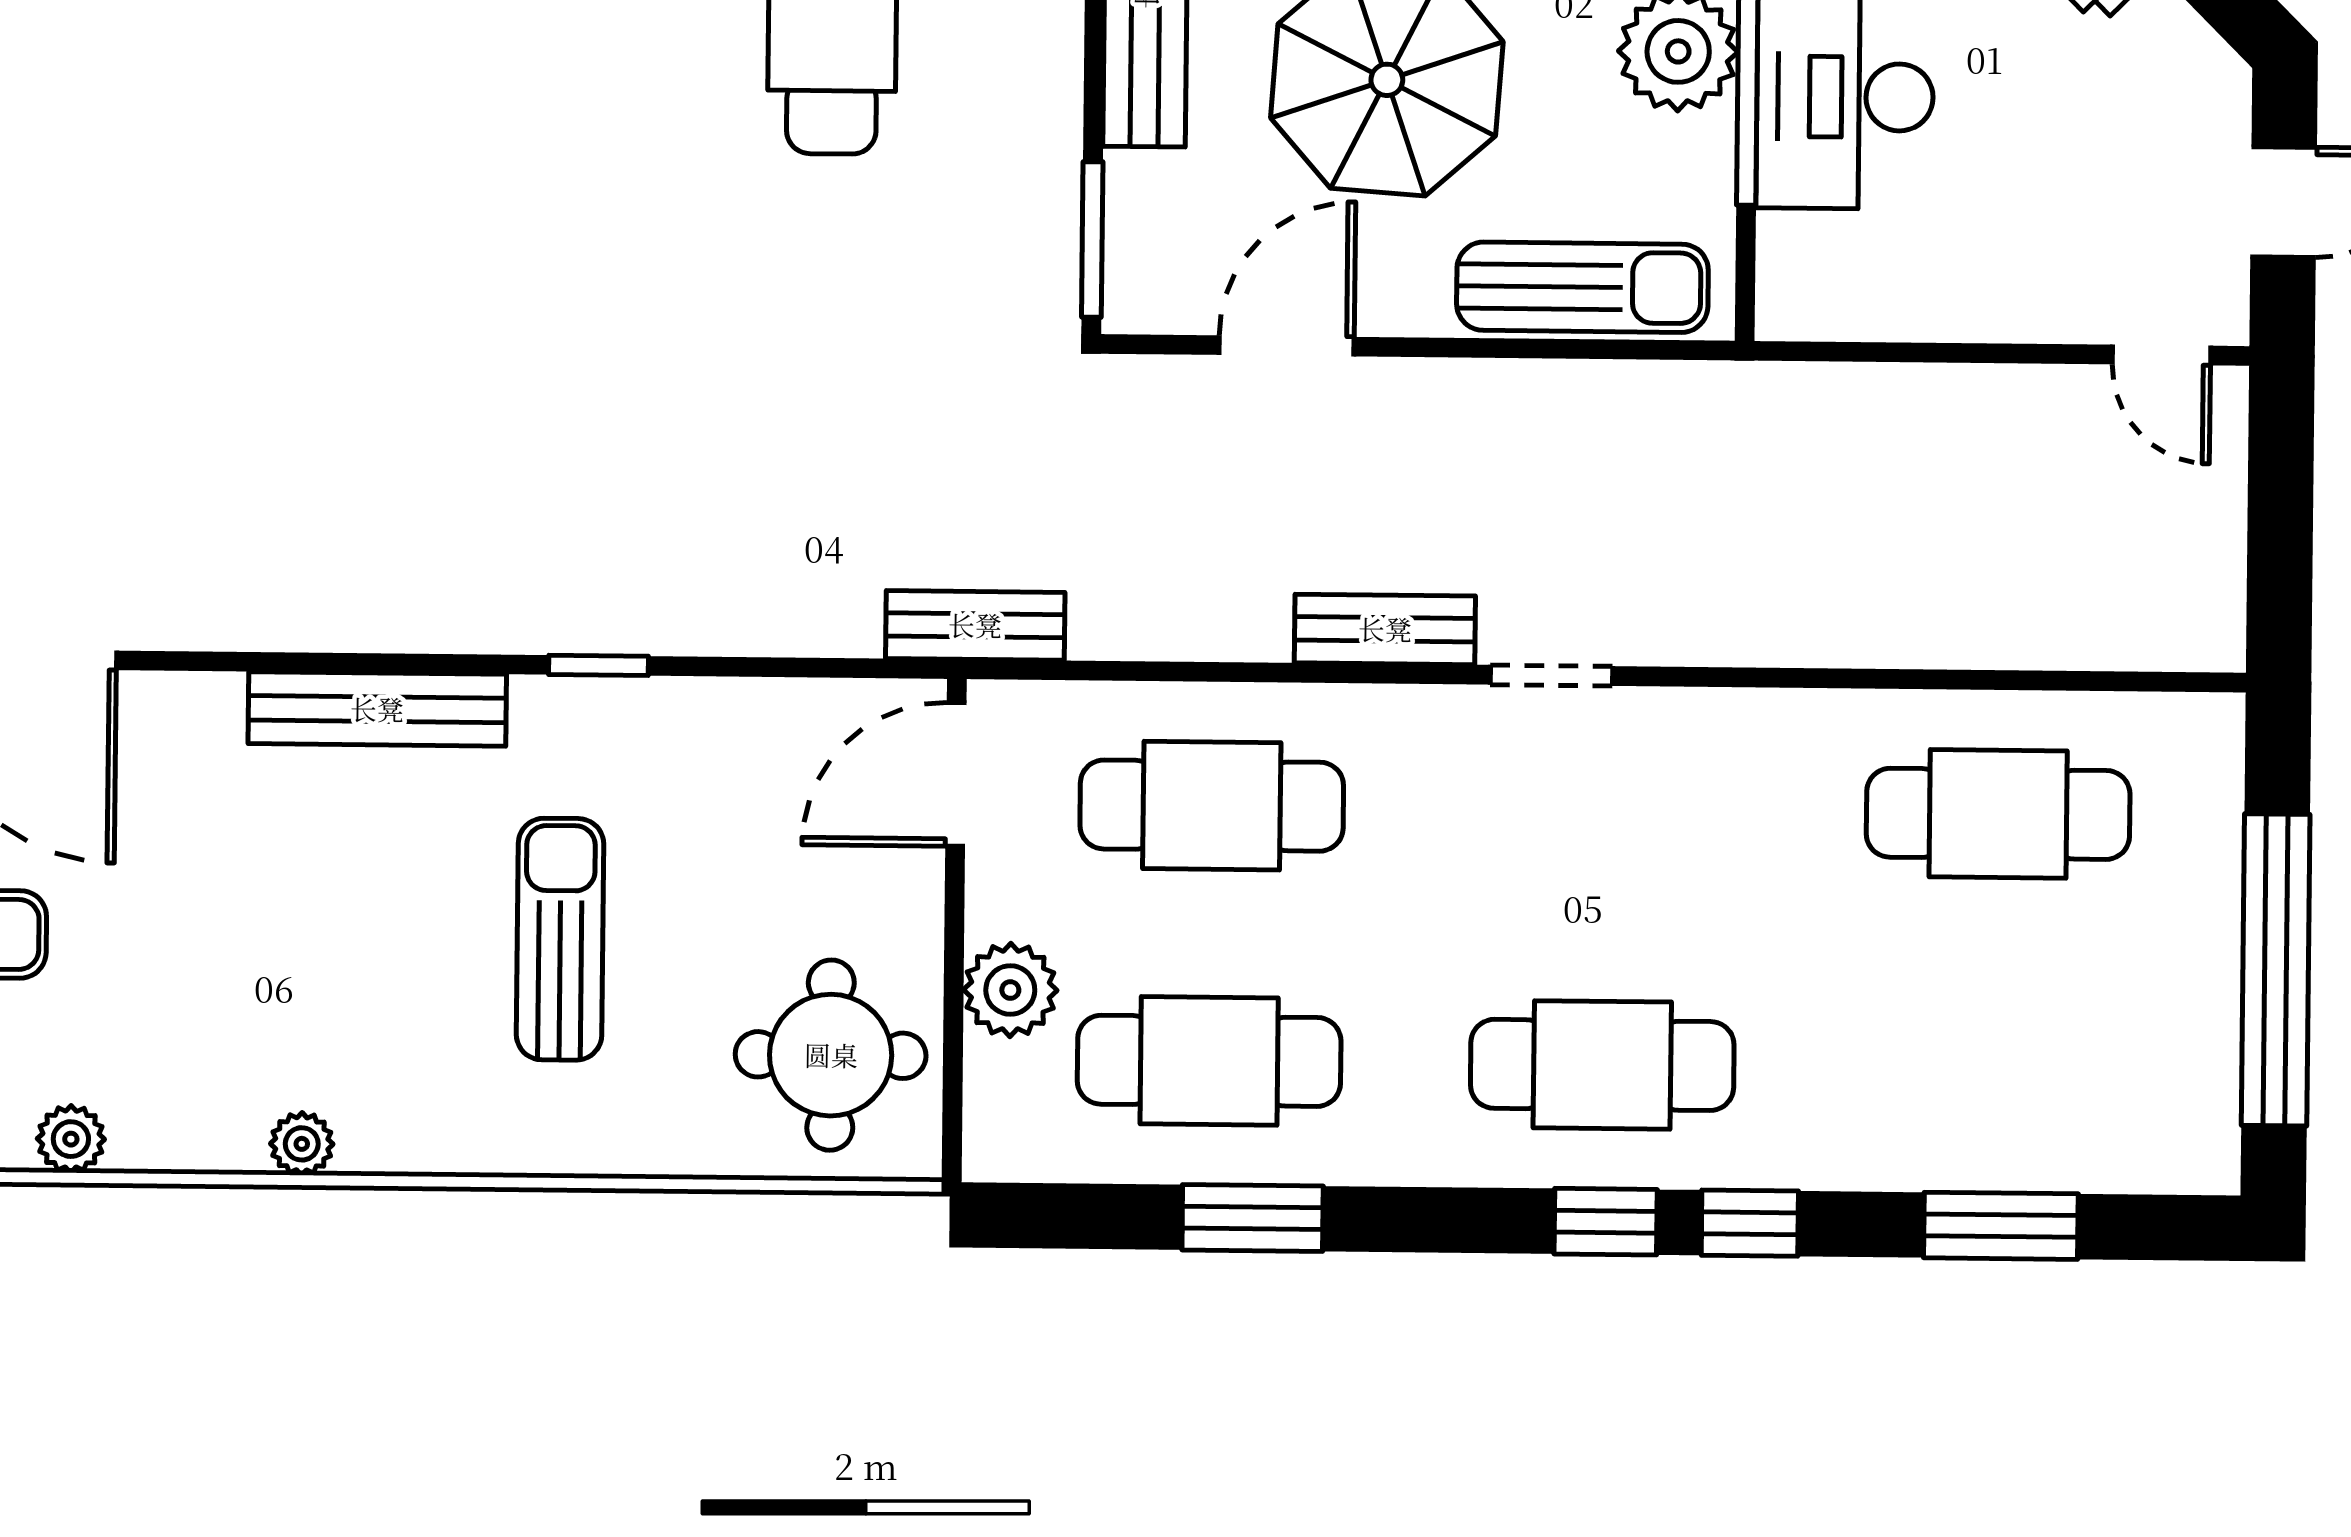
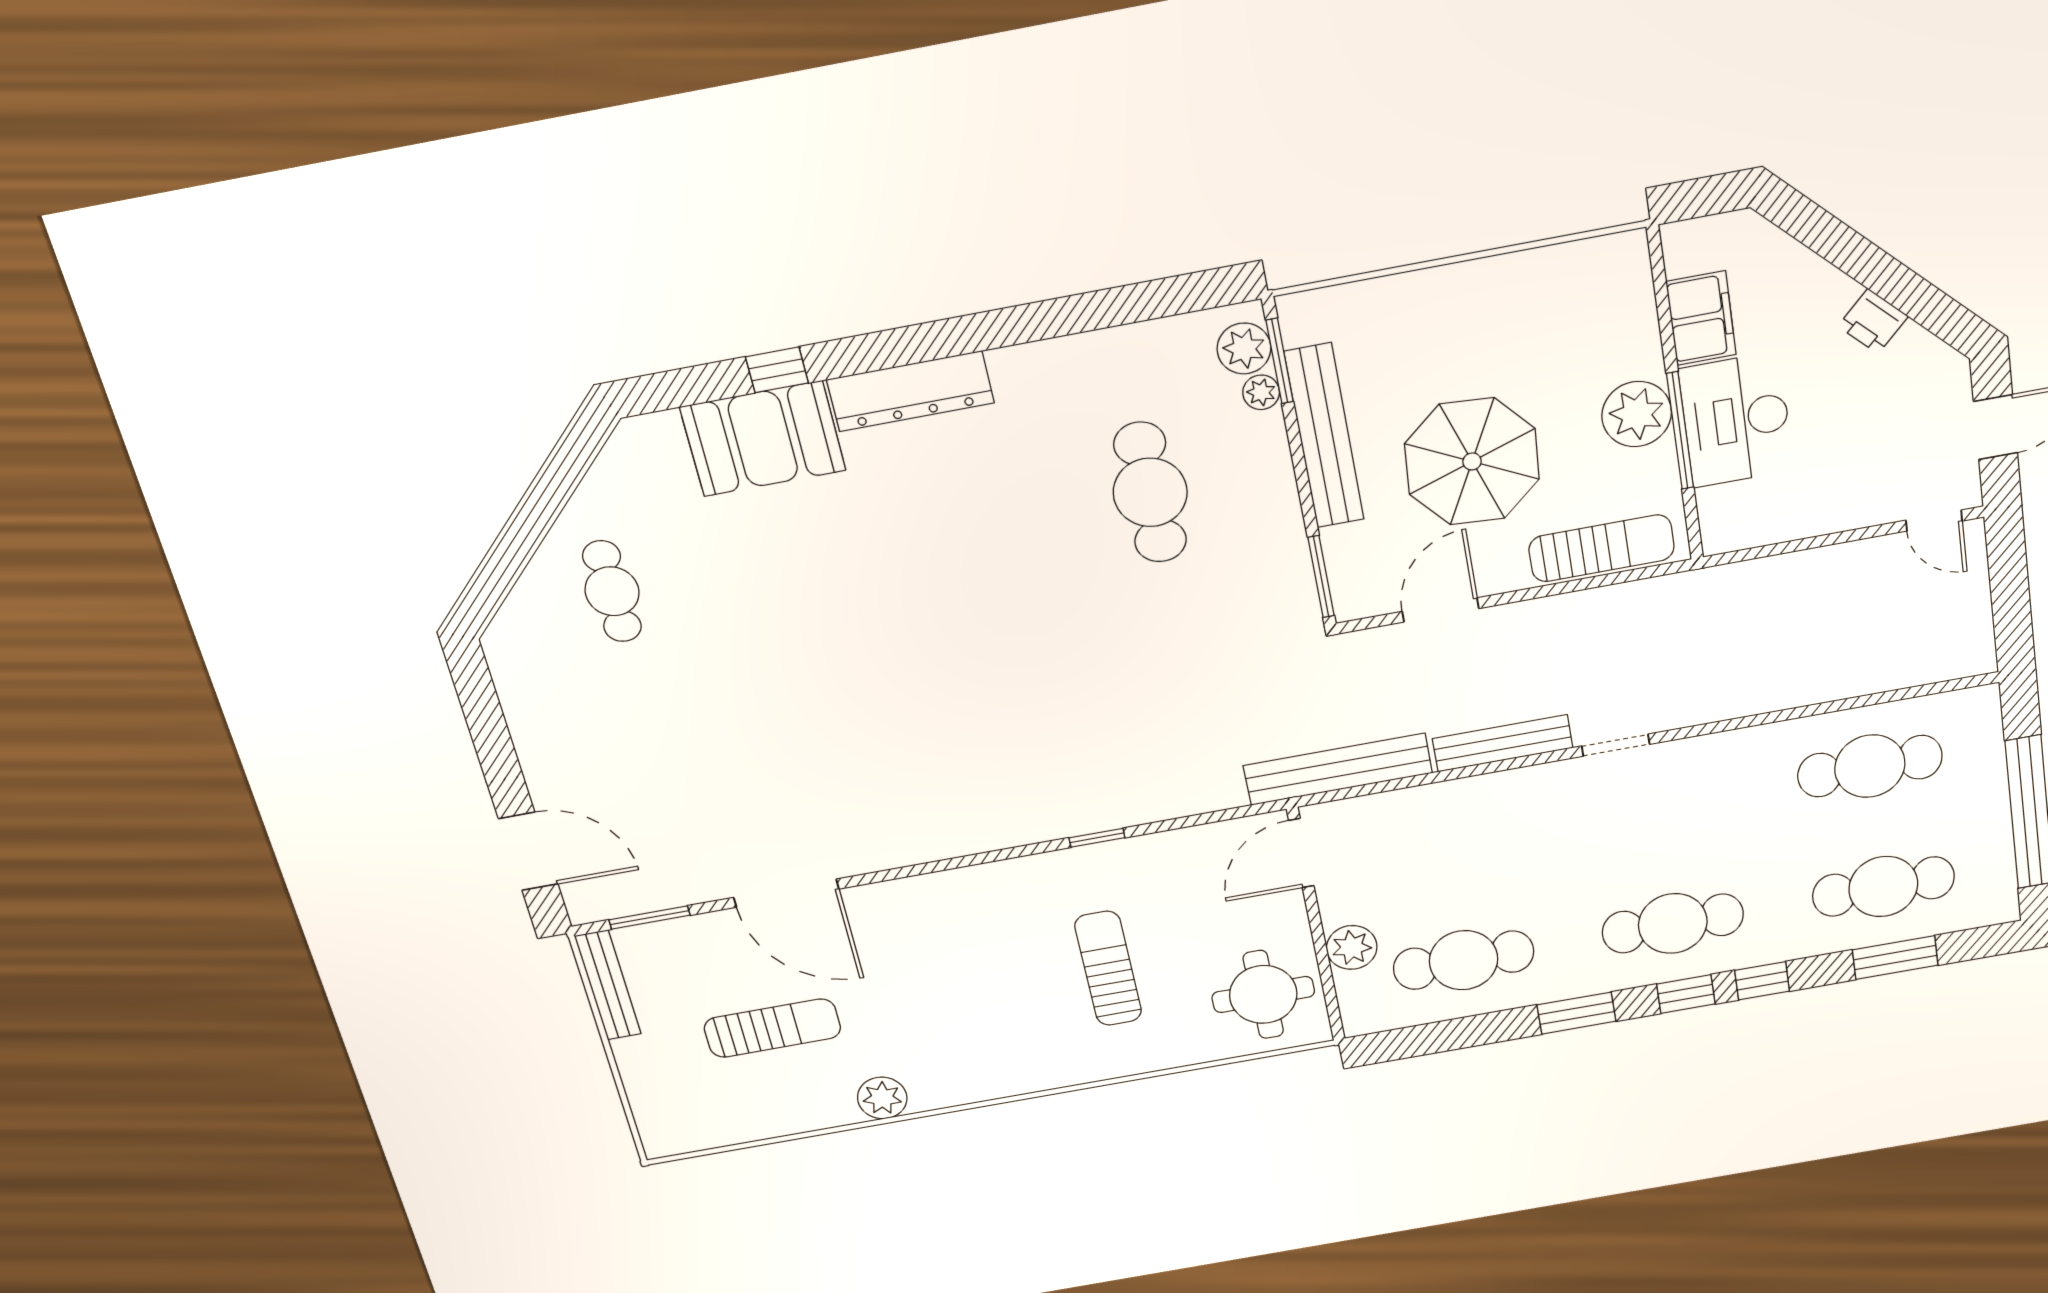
bench: (975, 625) -> (1338, 769), width x1.86, depth x1.21
bench: (1385, 629) -> (1503, 743), width x1.36
bench: (377, 709) -> (983, 881), removed
cafe table: (1212, 806) -> (1883, 887), moved
plant: (71, 1139) -> (882, 1098), width x1.38, depth x1.38
plant: (302, 1144) -> (997, 1085), removed
window: (1253, 1218) -> (1576, 1013), moved

